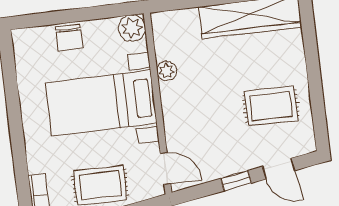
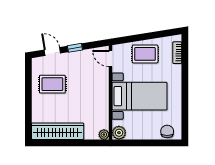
chair: (69, 38) -> (167, 131), moved
plant: (167, 71) -> (104, 135), moved

